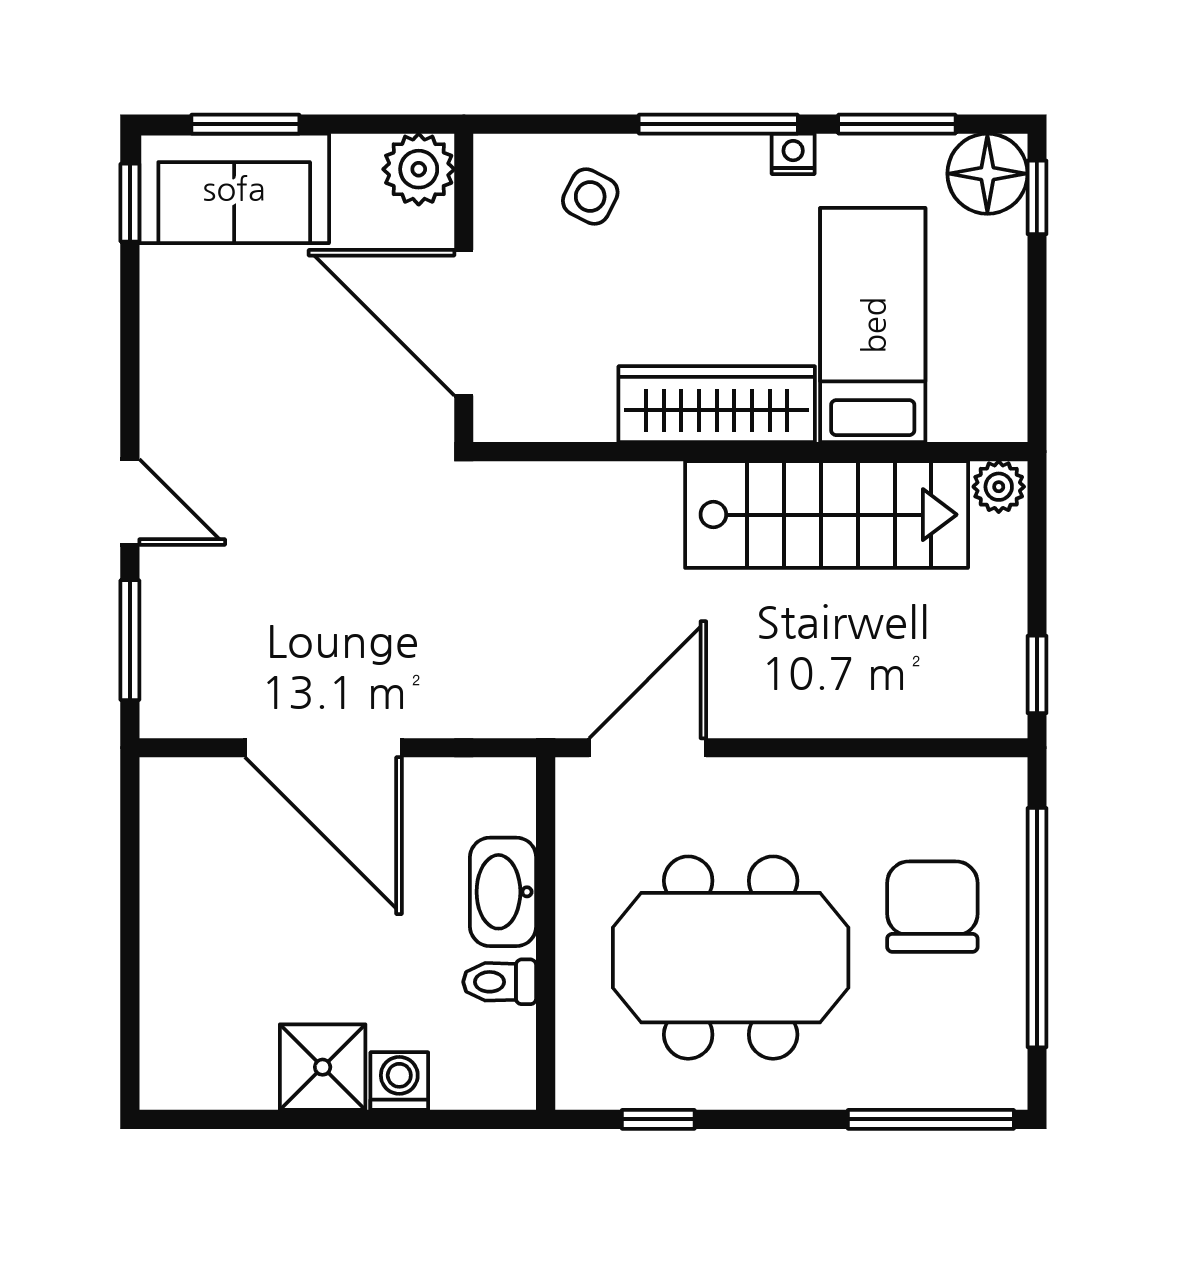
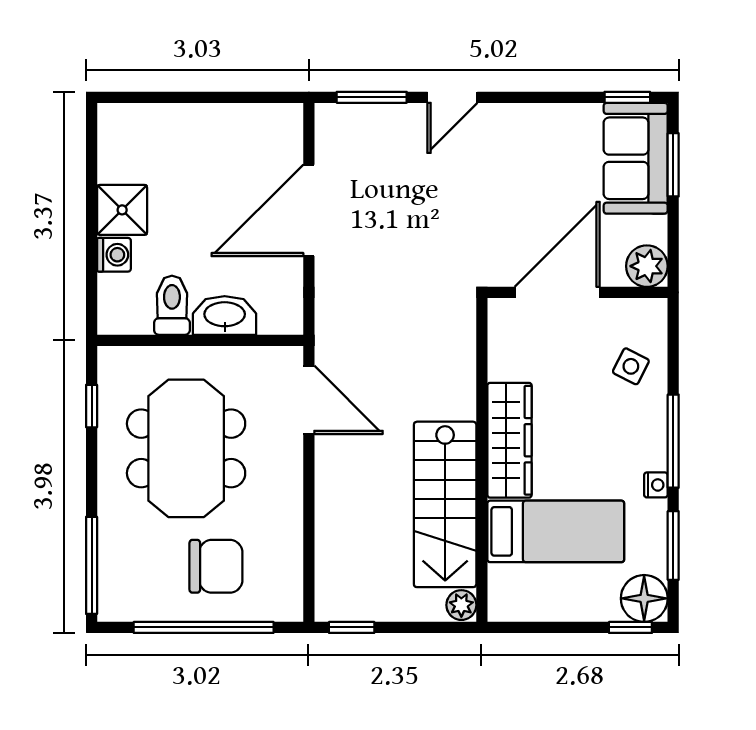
toilet: (500, 982) -> (172, 305), width x1.37, depth x1.39

